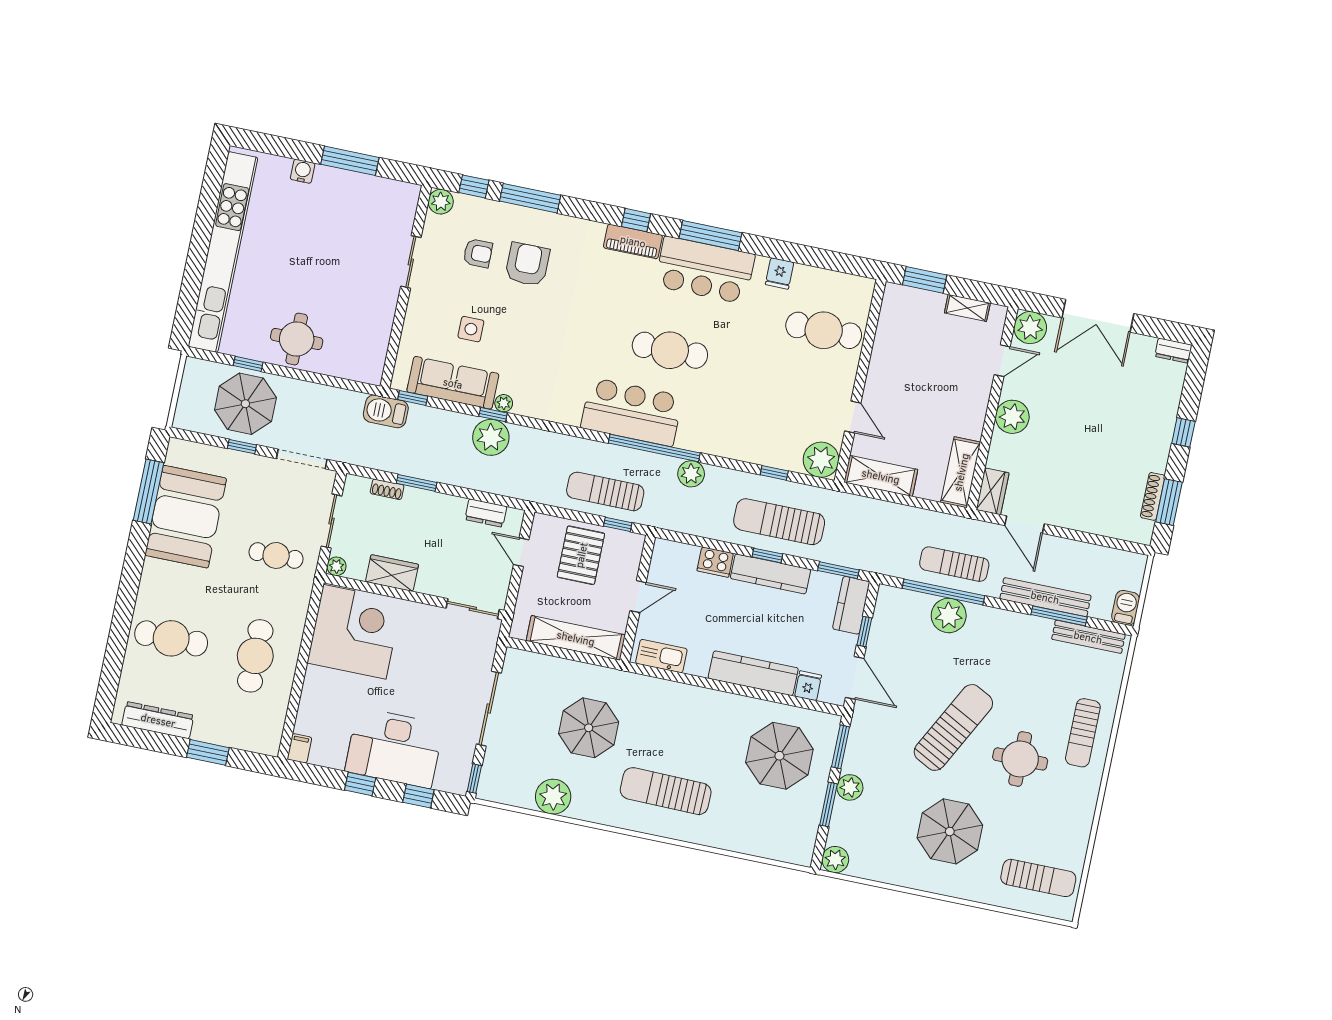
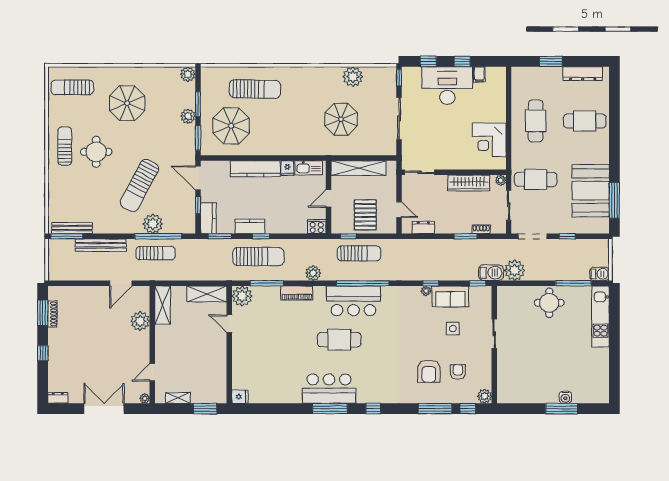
window: (350, 161) -> (562, 409), moved
piano: (633, 241) -> (297, 293), moved, turned 180
kitchen unit: (223, 252) -> (600, 317), width x0.54
armchair: (478, 253) -> (458, 372), turned 90
sliding door: (411, 262) -> (494, 334), moved
fridge: (780, 273) -> (240, 397), moved, turned 90
plant: (1030, 328) -> (145, 398), width x0.53, depth x0.53
cafe table: (824, 330) -> (256, 369), removed
window: (248, 364) -> (573, 283), width x2.17
sofa: (453, 383) -> (450, 296), width x0.73
parasol: (245, 404) -> (570, 261), removed
plant: (1012, 417) -> (140, 321), moved
plant: (491, 437) -> (515, 270), moved
window: (654, 448) -> (363, 283), moved
window: (774, 473) -> (267, 283), width x2.17
wardrobe: (993, 491) -> (143, 298), removed
door: (1025, 525) -> (121, 283), swing flipped
cafe table: (276, 555) -> (536, 179), width x1.37, depth x1.35
cooker: (715, 562) -> (317, 227), moved
wardrobe: (392, 573) -> (469, 183), width x1.50
kitchen counter: (770, 574) -> (250, 226), width x0.67
barbecue: (1126, 608) -> (600, 274), moved, turned -90
window: (1059, 616) -> (67, 236), moved
corner desk: (355, 632) -> (489, 140), width x0.74, depth x0.74
fridge: (808, 686) -> (287, 168), moved
sun lounger: (953, 727) -> (139, 185), moved
sun lounger: (1083, 733) -> (65, 146), moved
filing cabinet: (299, 748) -> (479, 74), moved
sun lounger: (666, 791) -> (255, 89), moved

